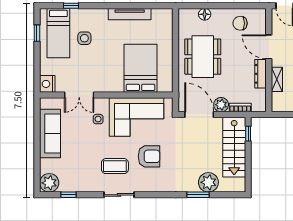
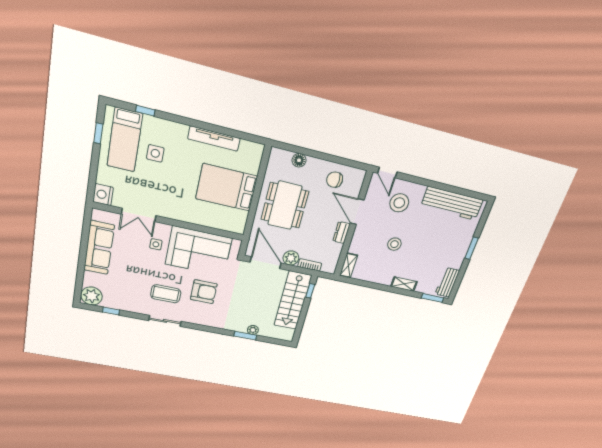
bed: (141, 68) -> (227, 187), moved, turned -90
dresser: (261, 74) -> (341, 232), width x0.70
shelving: (277, 79) -> (349, 265), moved
plant: (208, 182) -> (253, 330), width x0.53, depth x0.53

